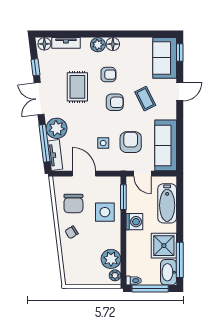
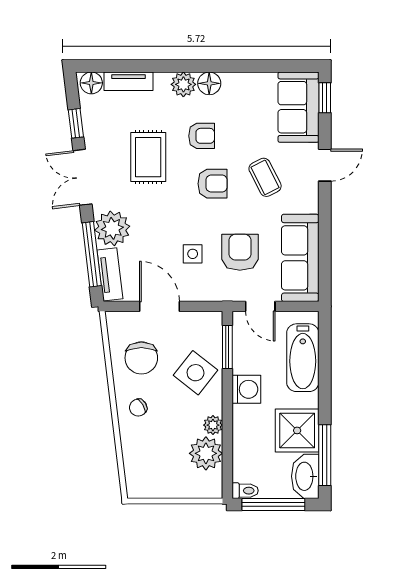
side table: (105, 212) -> (195, 373), turned 38
plant: (115, 275) -> (213, 425), moved

